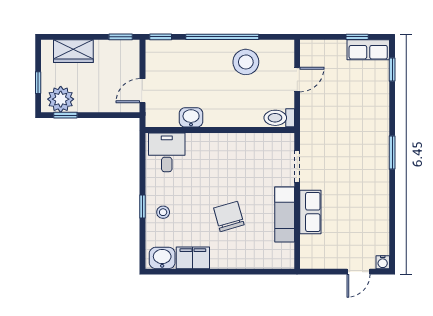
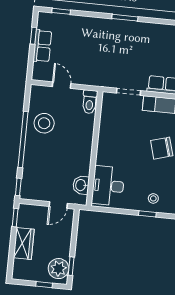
row of seats: (368, 50) -> (42, 46), moved
wardrobe: (73, 51) -> (24, 243), moved
door: (142, 91) -> (58, 205), hinge flipped
washbasin: (191, 117) -> (81, 185), moved
desk: (167, 152) -> (108, 186), width x1.37

